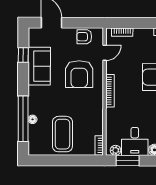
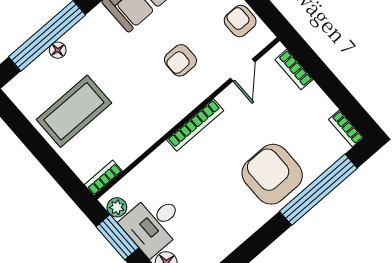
door: (105, 53) -> (243, 70), hinge flipped
armchair: (79, 74) -> (180, 60), width x0.53, depth x0.53

